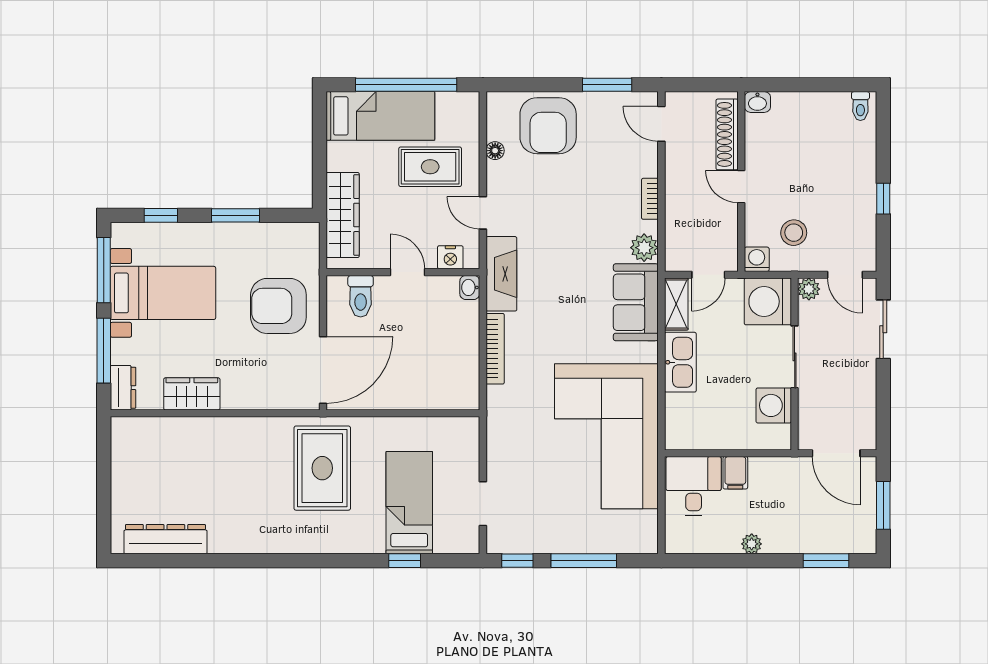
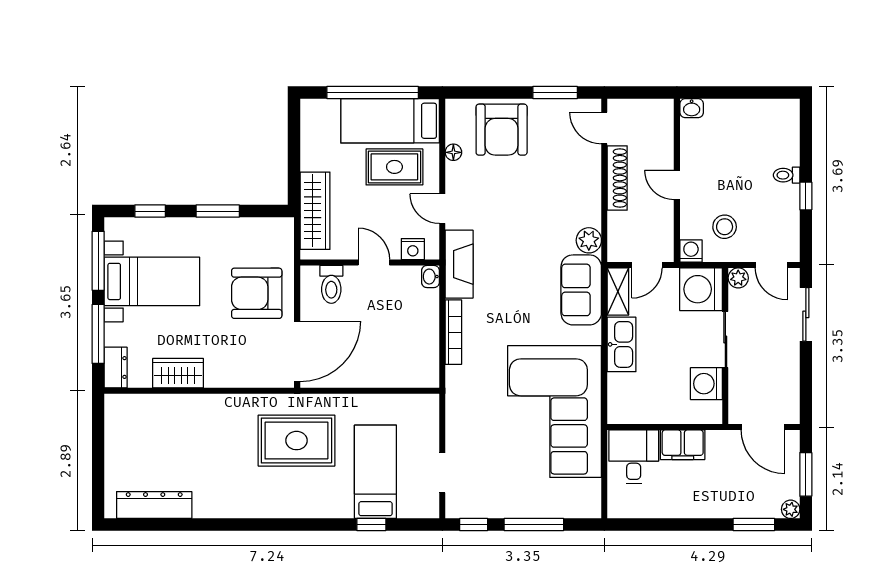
toilet: (860, 106) -> (787, 175), moved, turned 90
bed: (380, 116) -> (390, 121), moved, turned 180
shoe rack: (727, 134) -> (617, 178), moved, turned 180
bookcase: (650, 199) -> (594, 196), removed
rug: (322, 468) -> (296, 441), turned 90
filing cabinet: (735, 473) -> (683, 445), width x2.00
plant: (752, 544) -> (791, 509), moved

